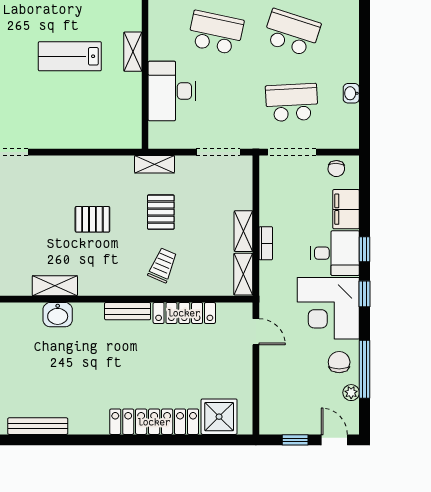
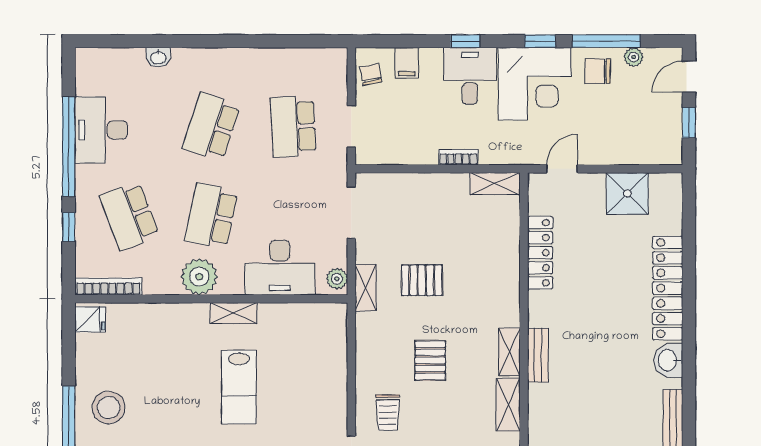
plant: (164, 22) -> (199, 277), added
washbasin: (351, 93) -> (282, 57), removed
plant: (162, 140) -> (337, 279), added
doorway: (292, 152) -> (351, 126), width x0.73
chair: (336, 169) -> (371, 74), turned -103
filing cabinet: (346, 209) -> (407, 63), width x0.50
shelving: (243, 231) -> (509, 352), moved, turned 90
trolley: (163, 265) -> (388, 413), moved, turned -113
window: (365, 294) -> (540, 41), moved
bench: (128, 311) -> (538, 355), moved
washbasin: (58, 315) -> (668, 360), moved, turned 180
shower: (219, 417) -> (627, 193), moved

